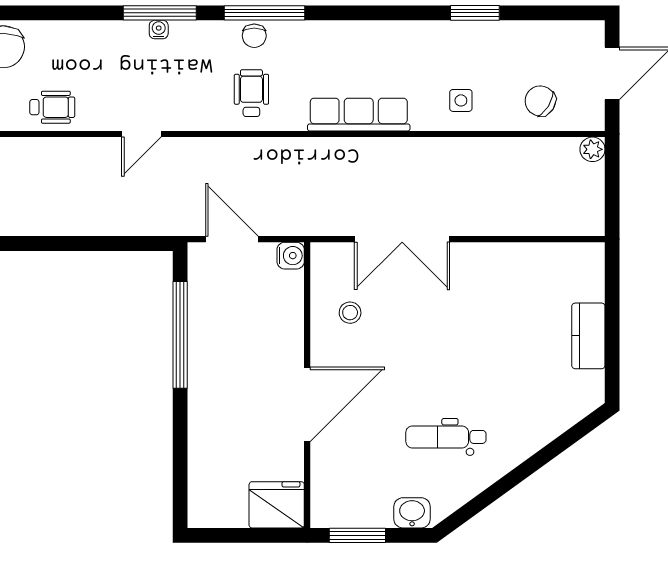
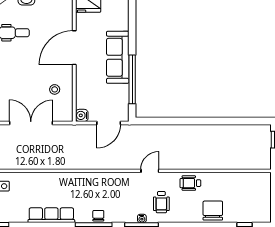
wheelchair: (251, 93) -> (161, 202), moved
row of seats: (359, 115) -> (51, 215), moved, turned 180
door: (232, 239) -> (109, 123), hinge flipped
sofa: (212, 383) -> (118, 57), added

